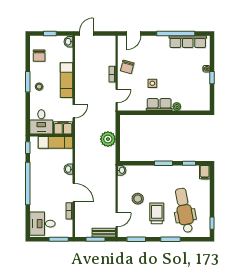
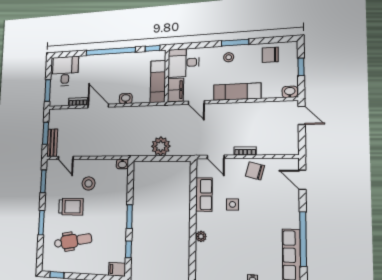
row of seats: (159, 105) -> (204, 194), moved
door: (74, 193) -> (98, 106), swing flipped
dental chair: (184, 210) -> (73, 241), width x0.73, depth x0.72

